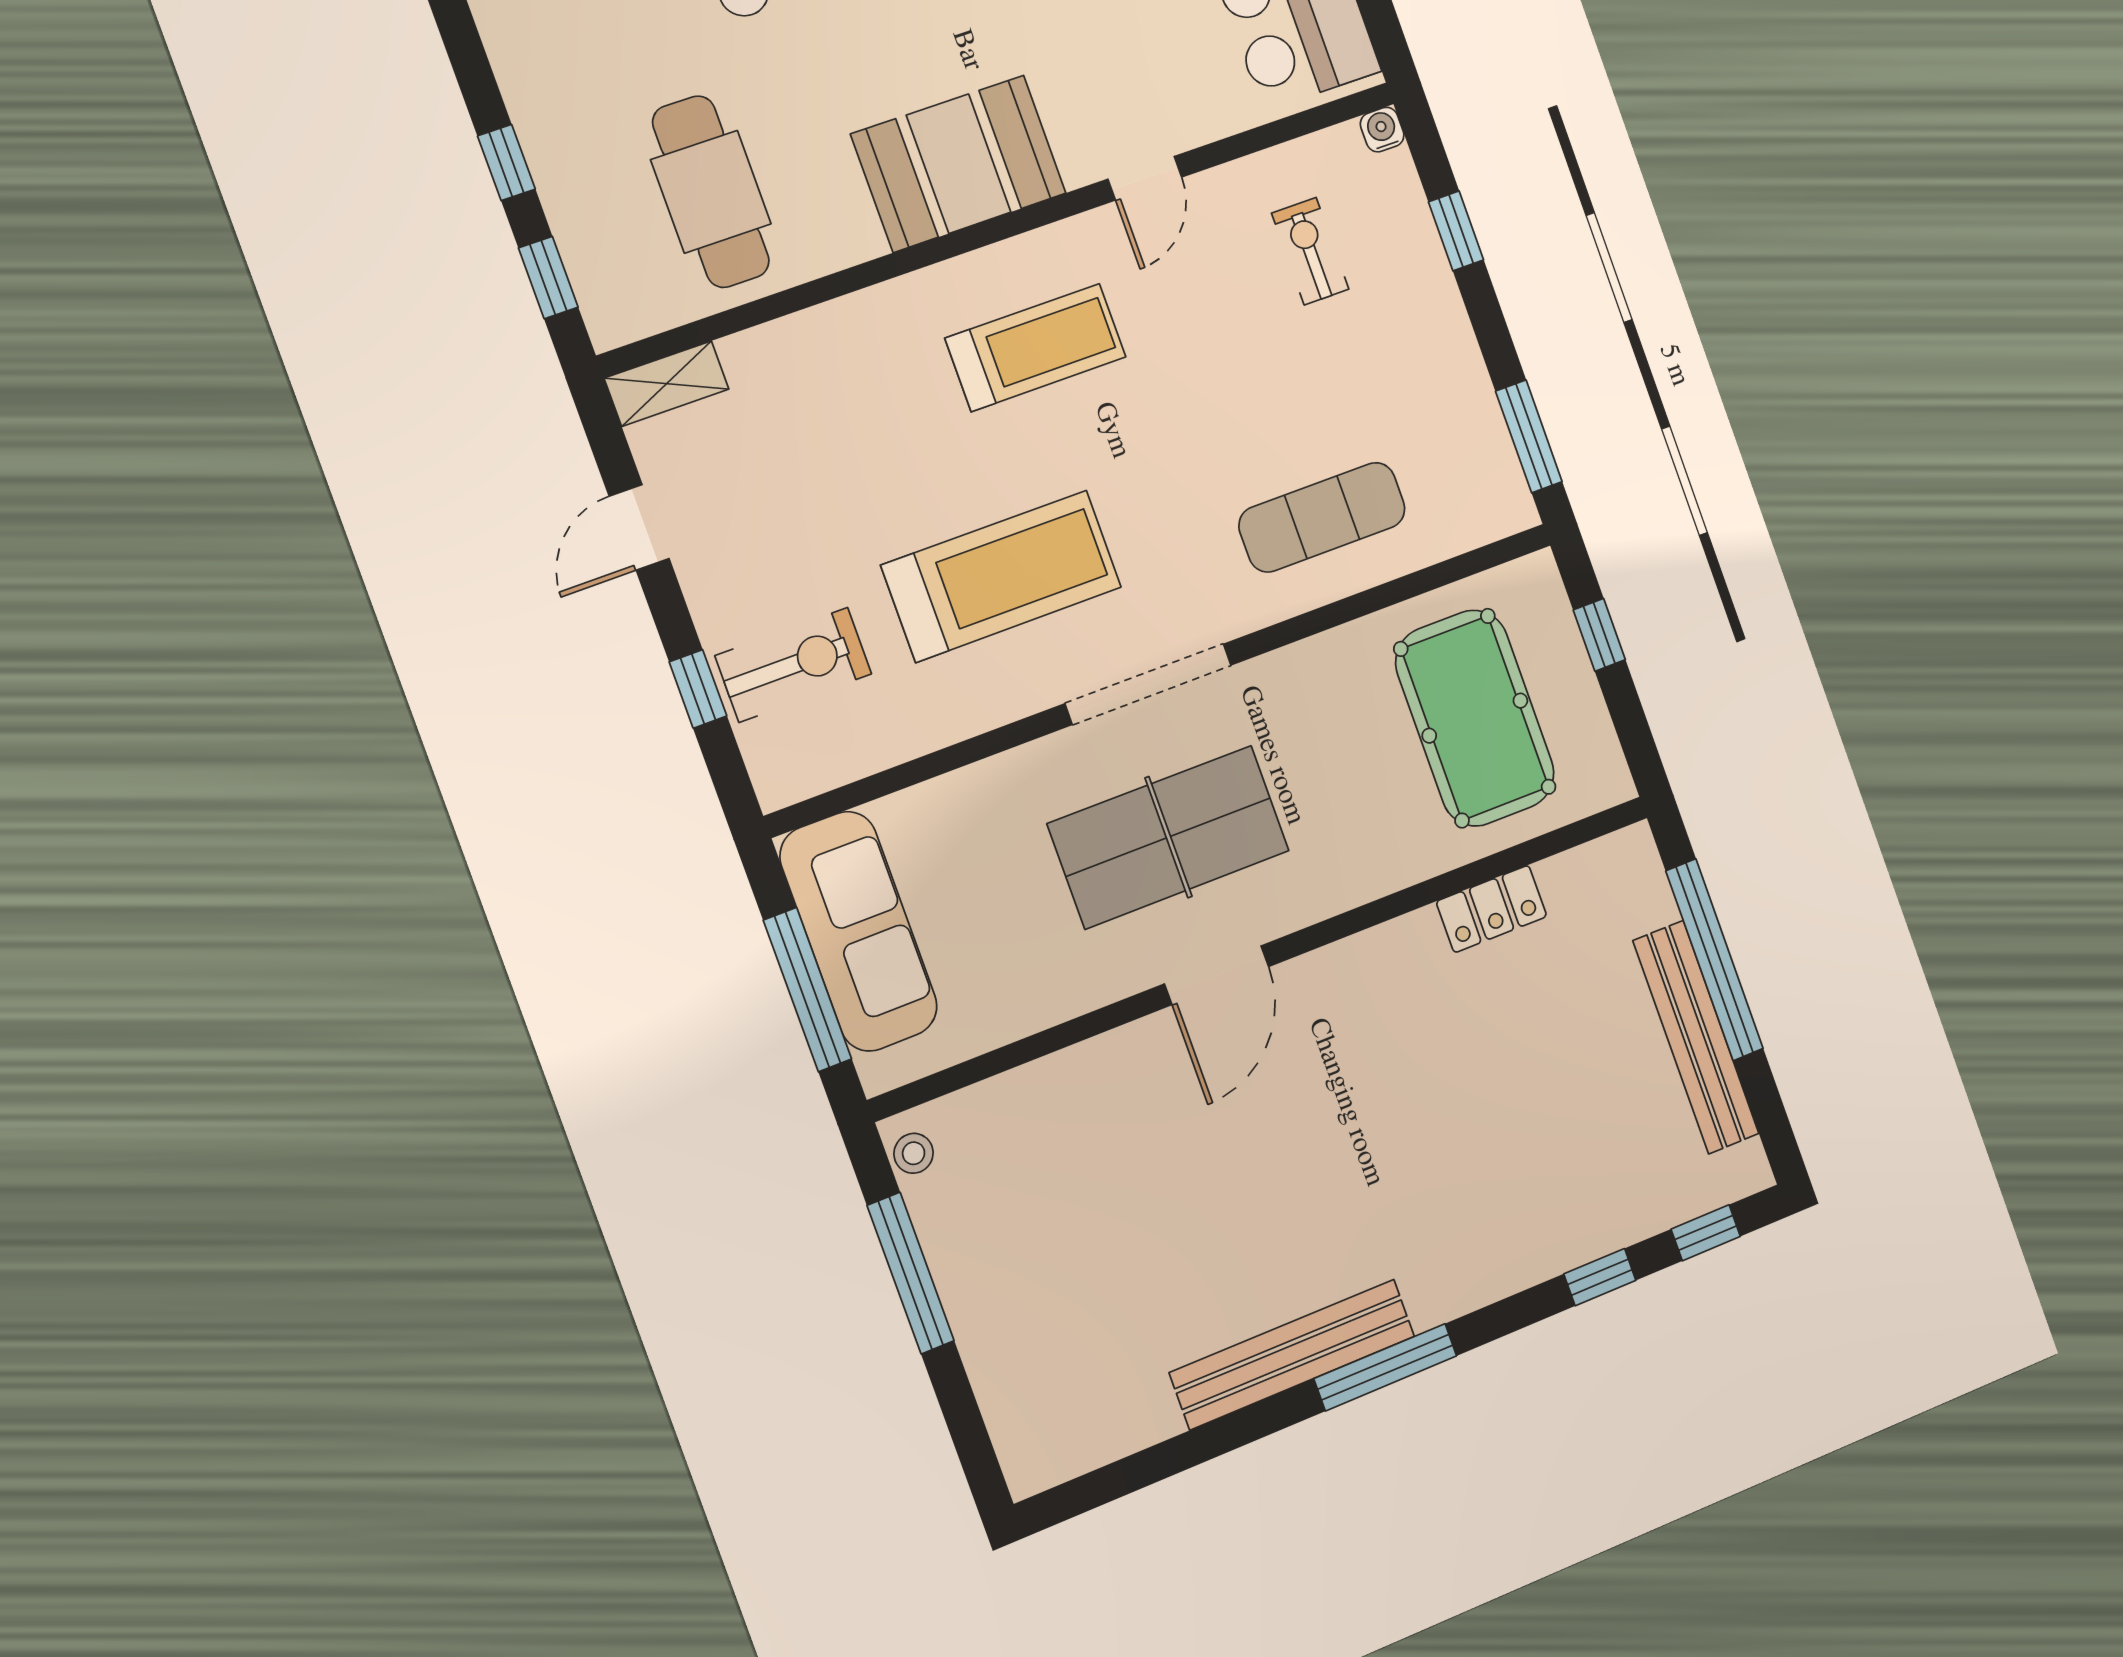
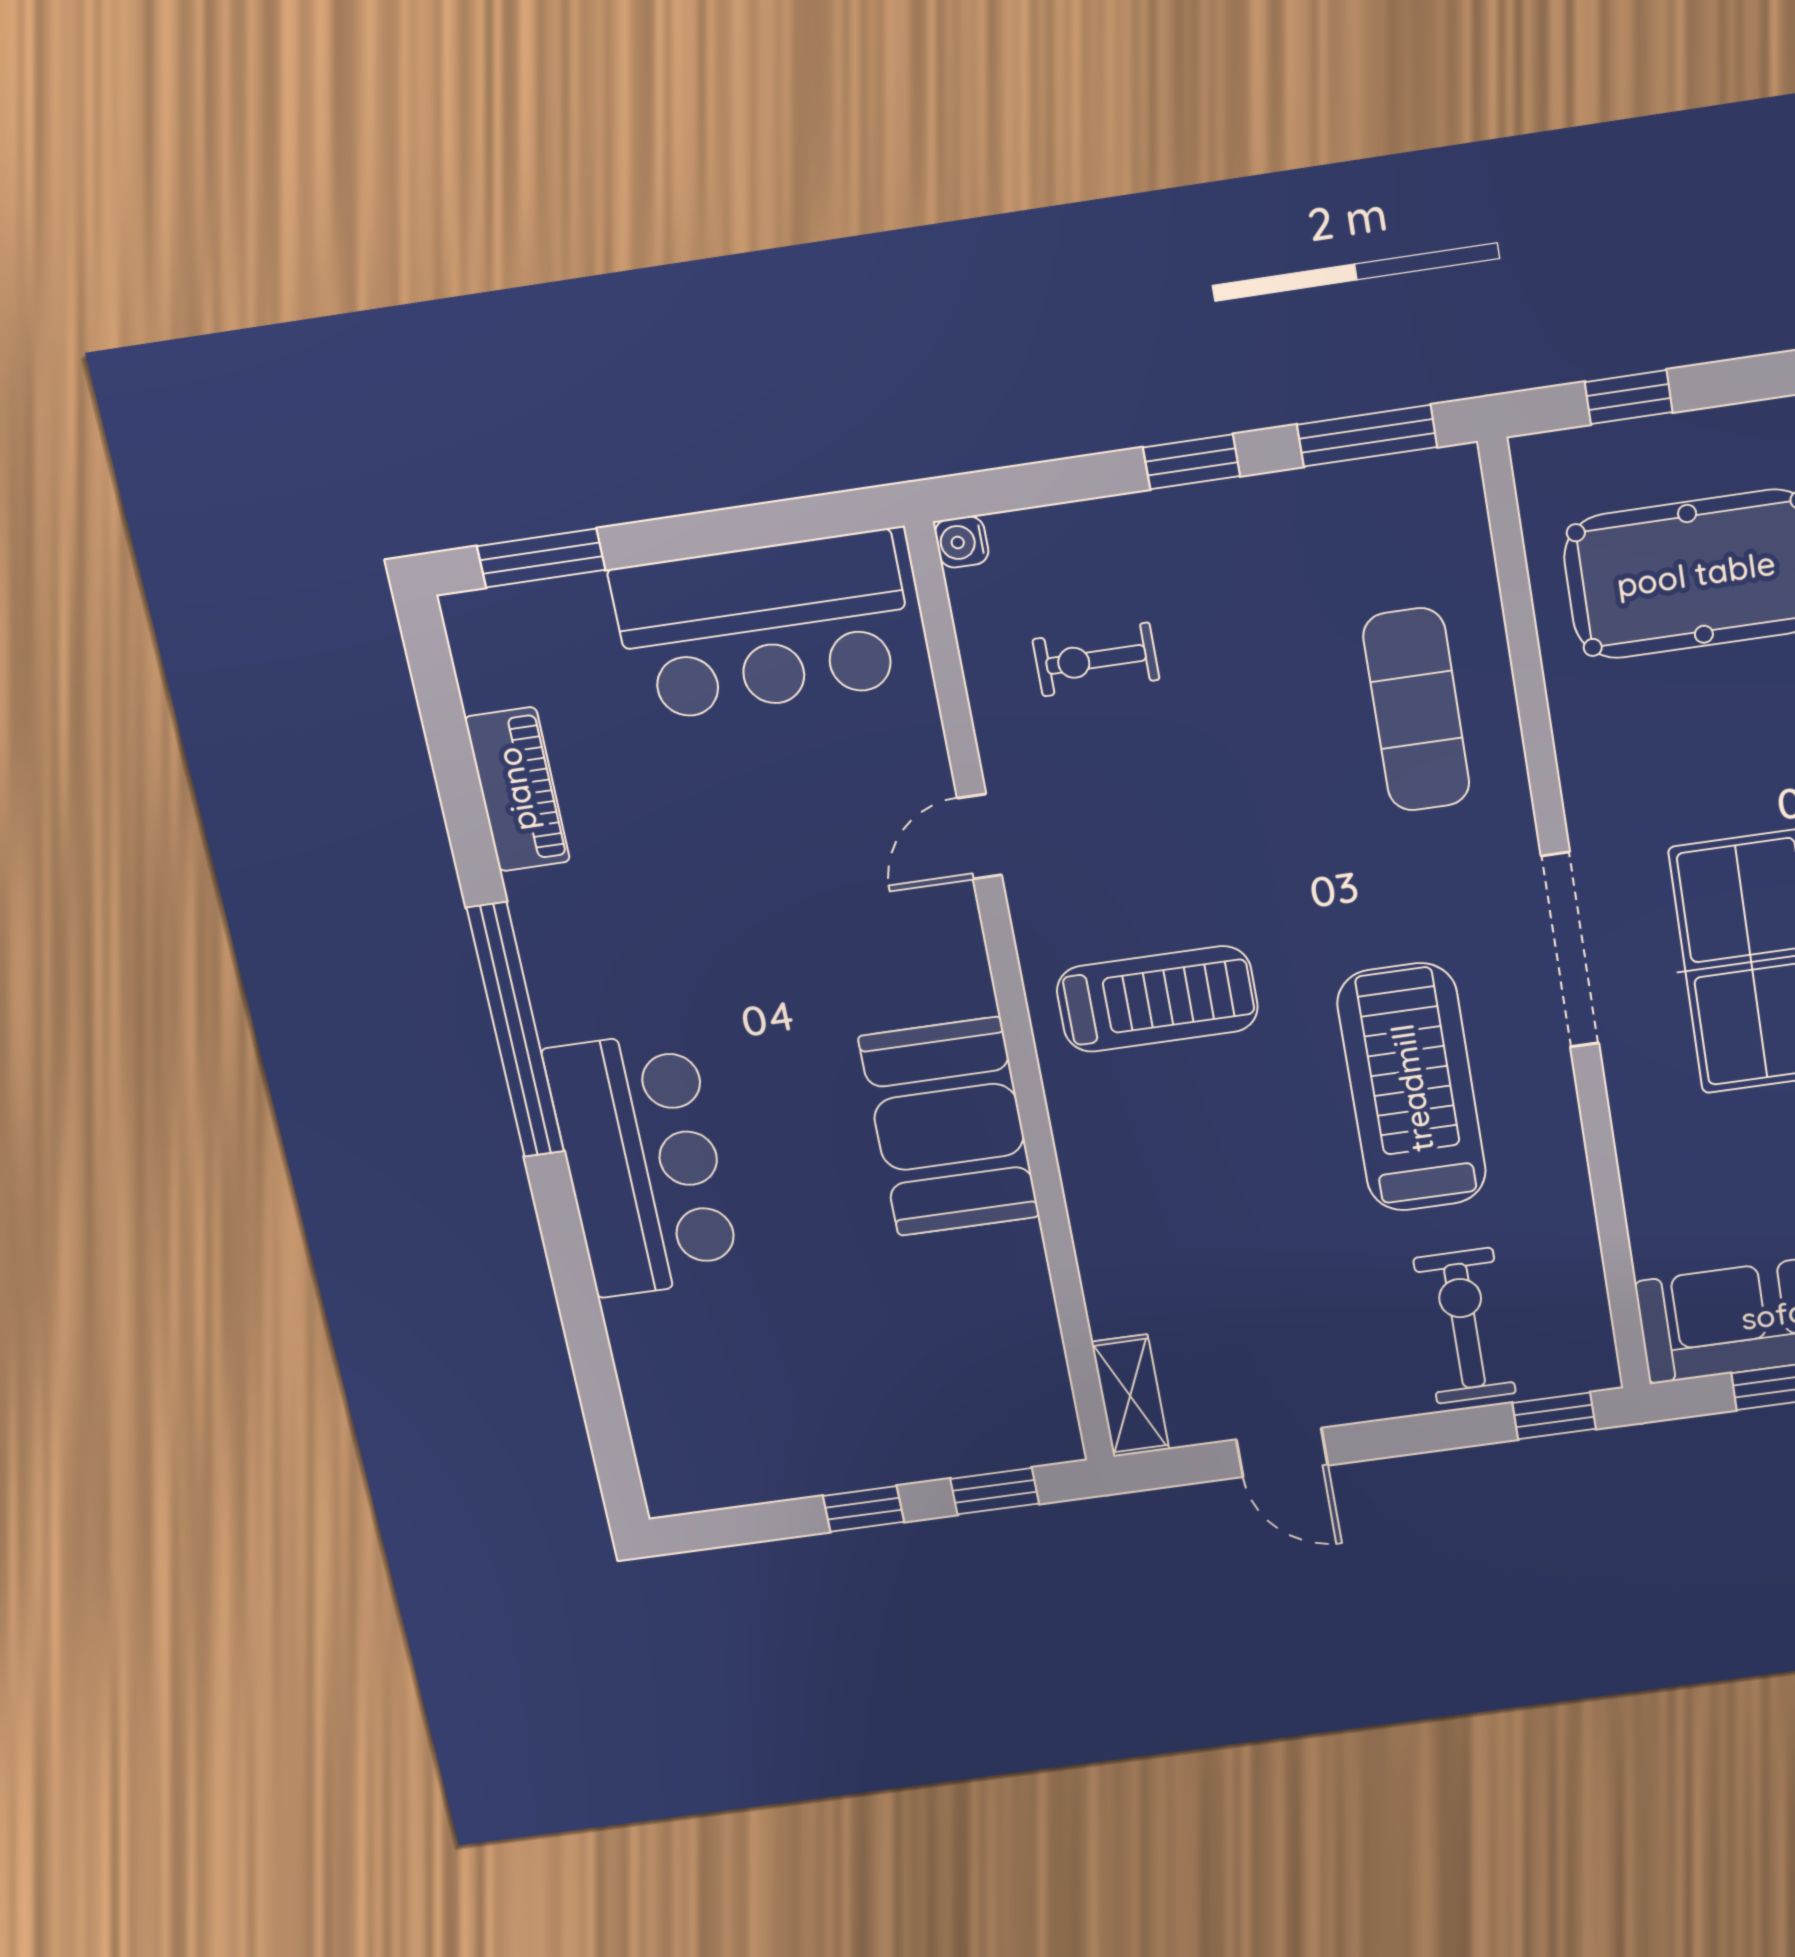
booth: (959, 164) -> (949, 1127), moved
door: (1145, 178) -> (979, 837), swing flipped
cafe table: (711, 192) -> (925, 1311), removed
window: (1456, 231) -> (1192, 462), moved
treadmill: (1036, 348) -> (1157, 999), turned 90
window: (698, 689) -> (1554, 1416), moved

